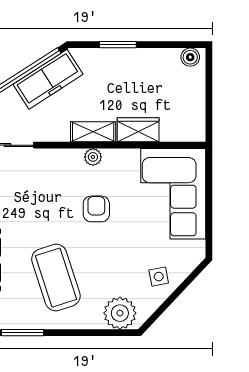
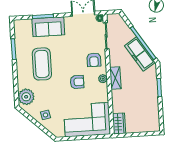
boiler: (190, 57) -> (155, 124), removed
wardrobe: (138, 130) -> (119, 123), moved
armchair: (54, 173) -> (94, 60), added
coffee table: (56, 278) -> (42, 64), turned -72

